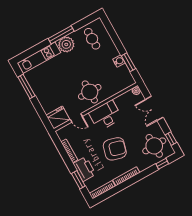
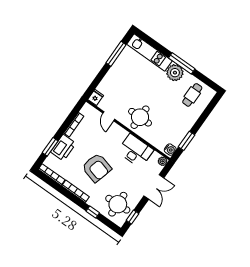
water cooler: (119, 61) -> (170, 150), moved
double door: (154, 108) -> (154, 187), swing flipped
desk: (105, 115) -> (135, 151), moved
fridge: (58, 117) -> (96, 97), width x0.53, depth x0.75
window: (162, 164) -> (93, 212), moved

